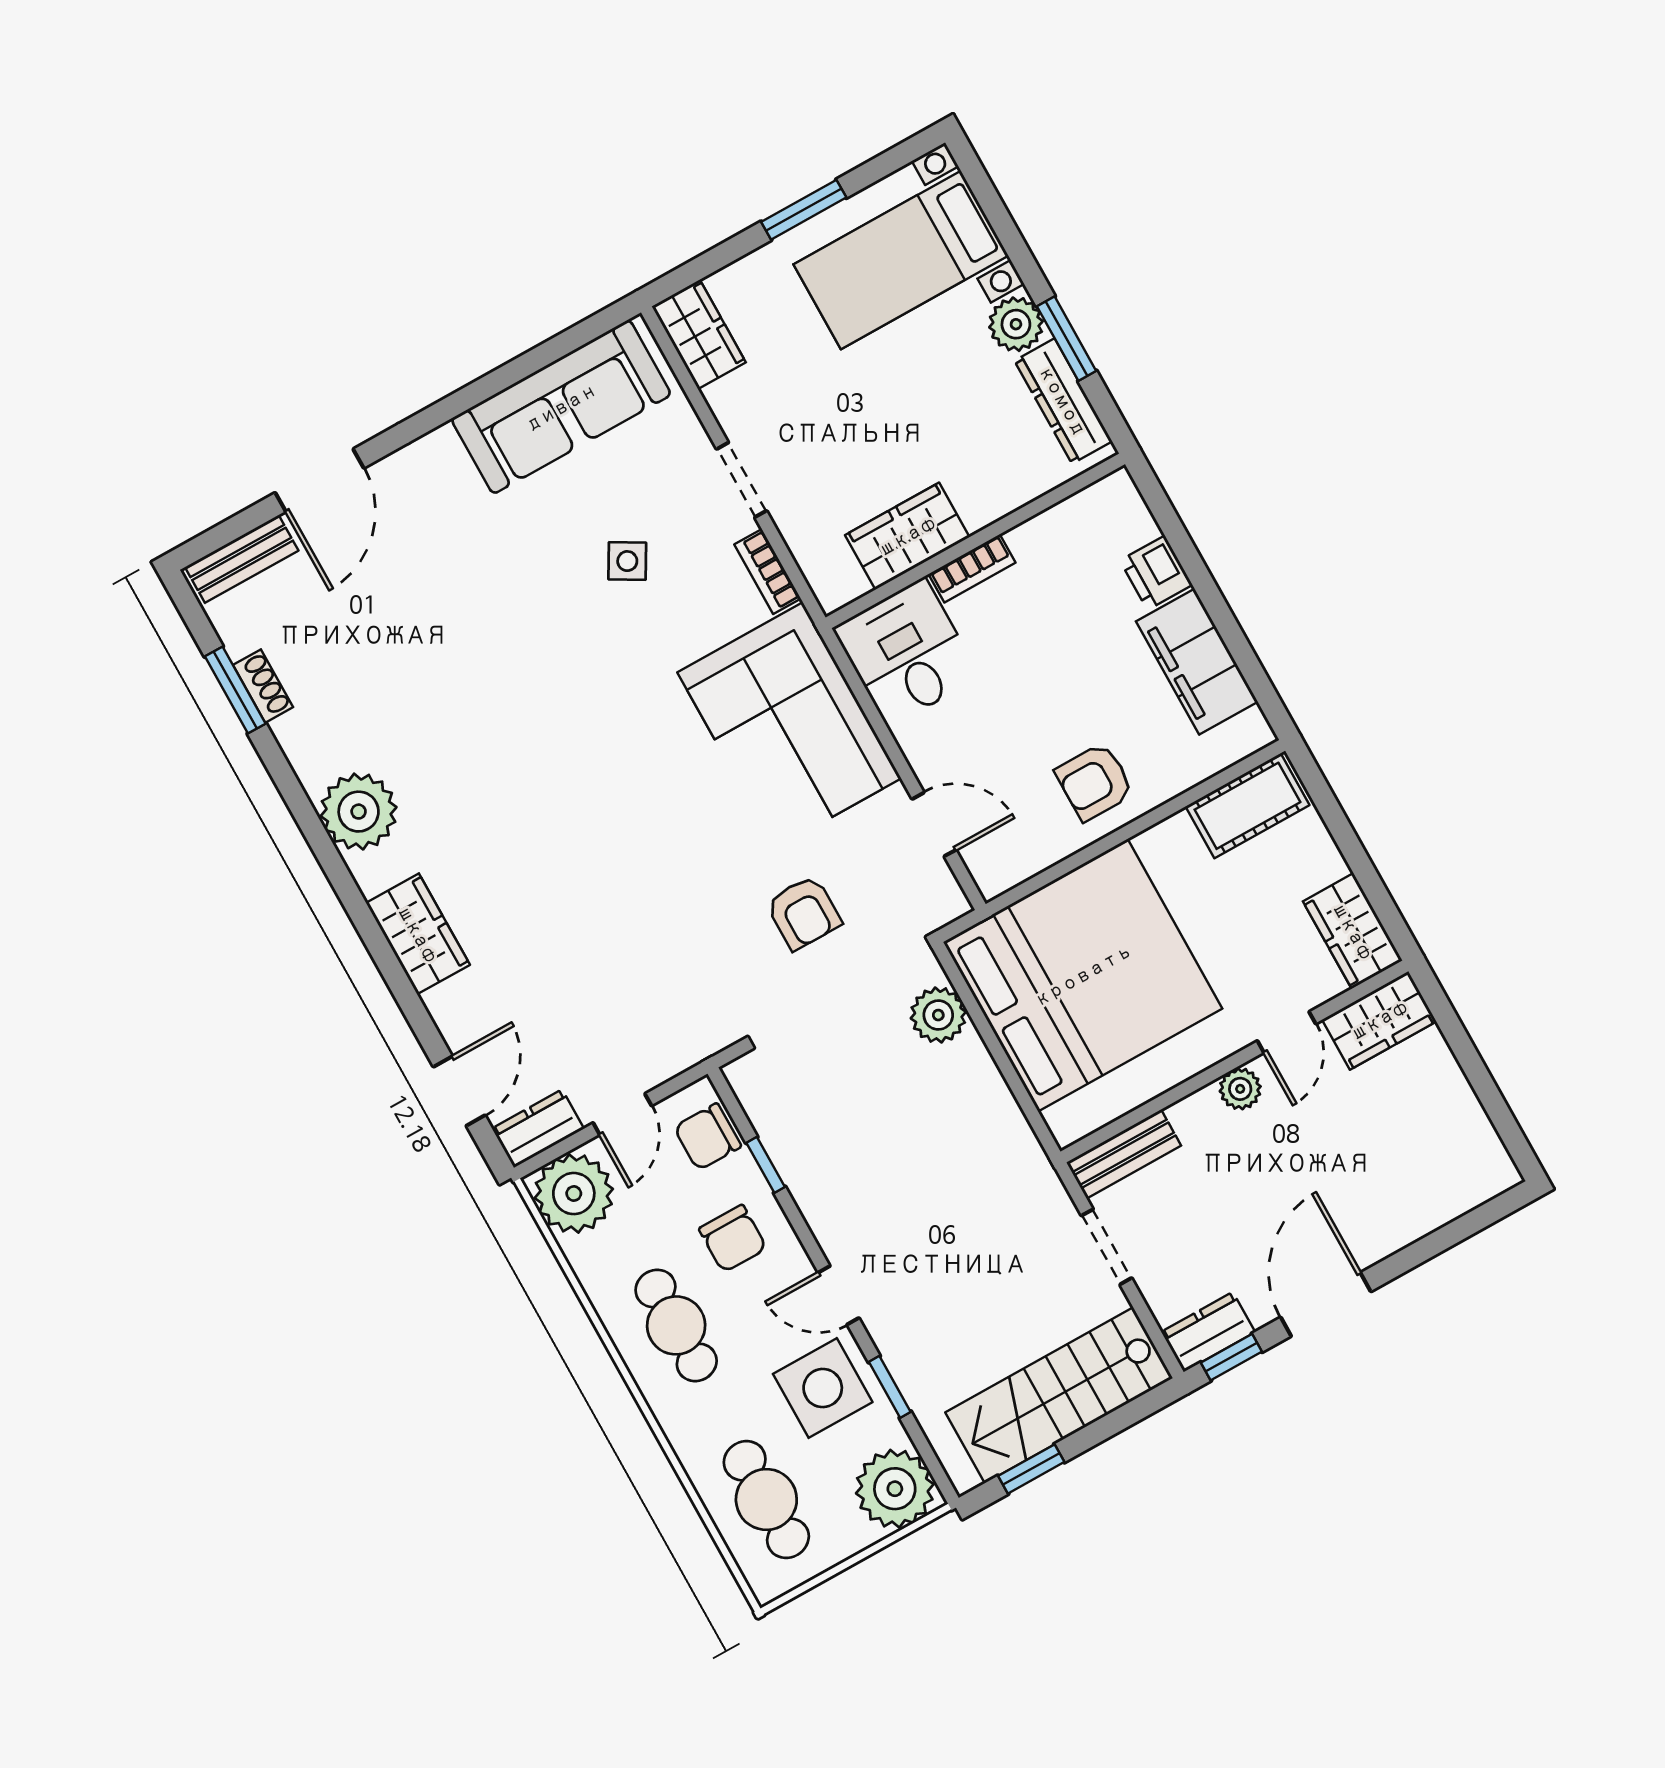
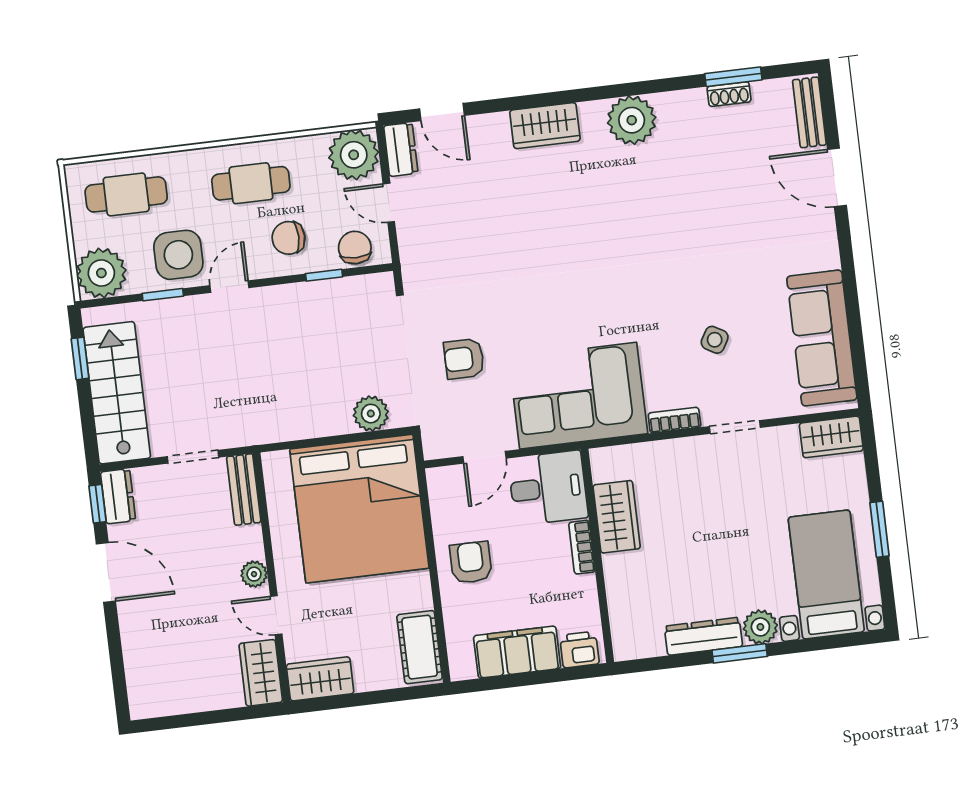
wardrobe: (907, 536) -> (617, 517), moved
wall: (975, 541) -> (597, 556), moved
bookcase: (972, 568) -> (582, 547), moved
desk: (906, 652) -> (548, 488), moved

